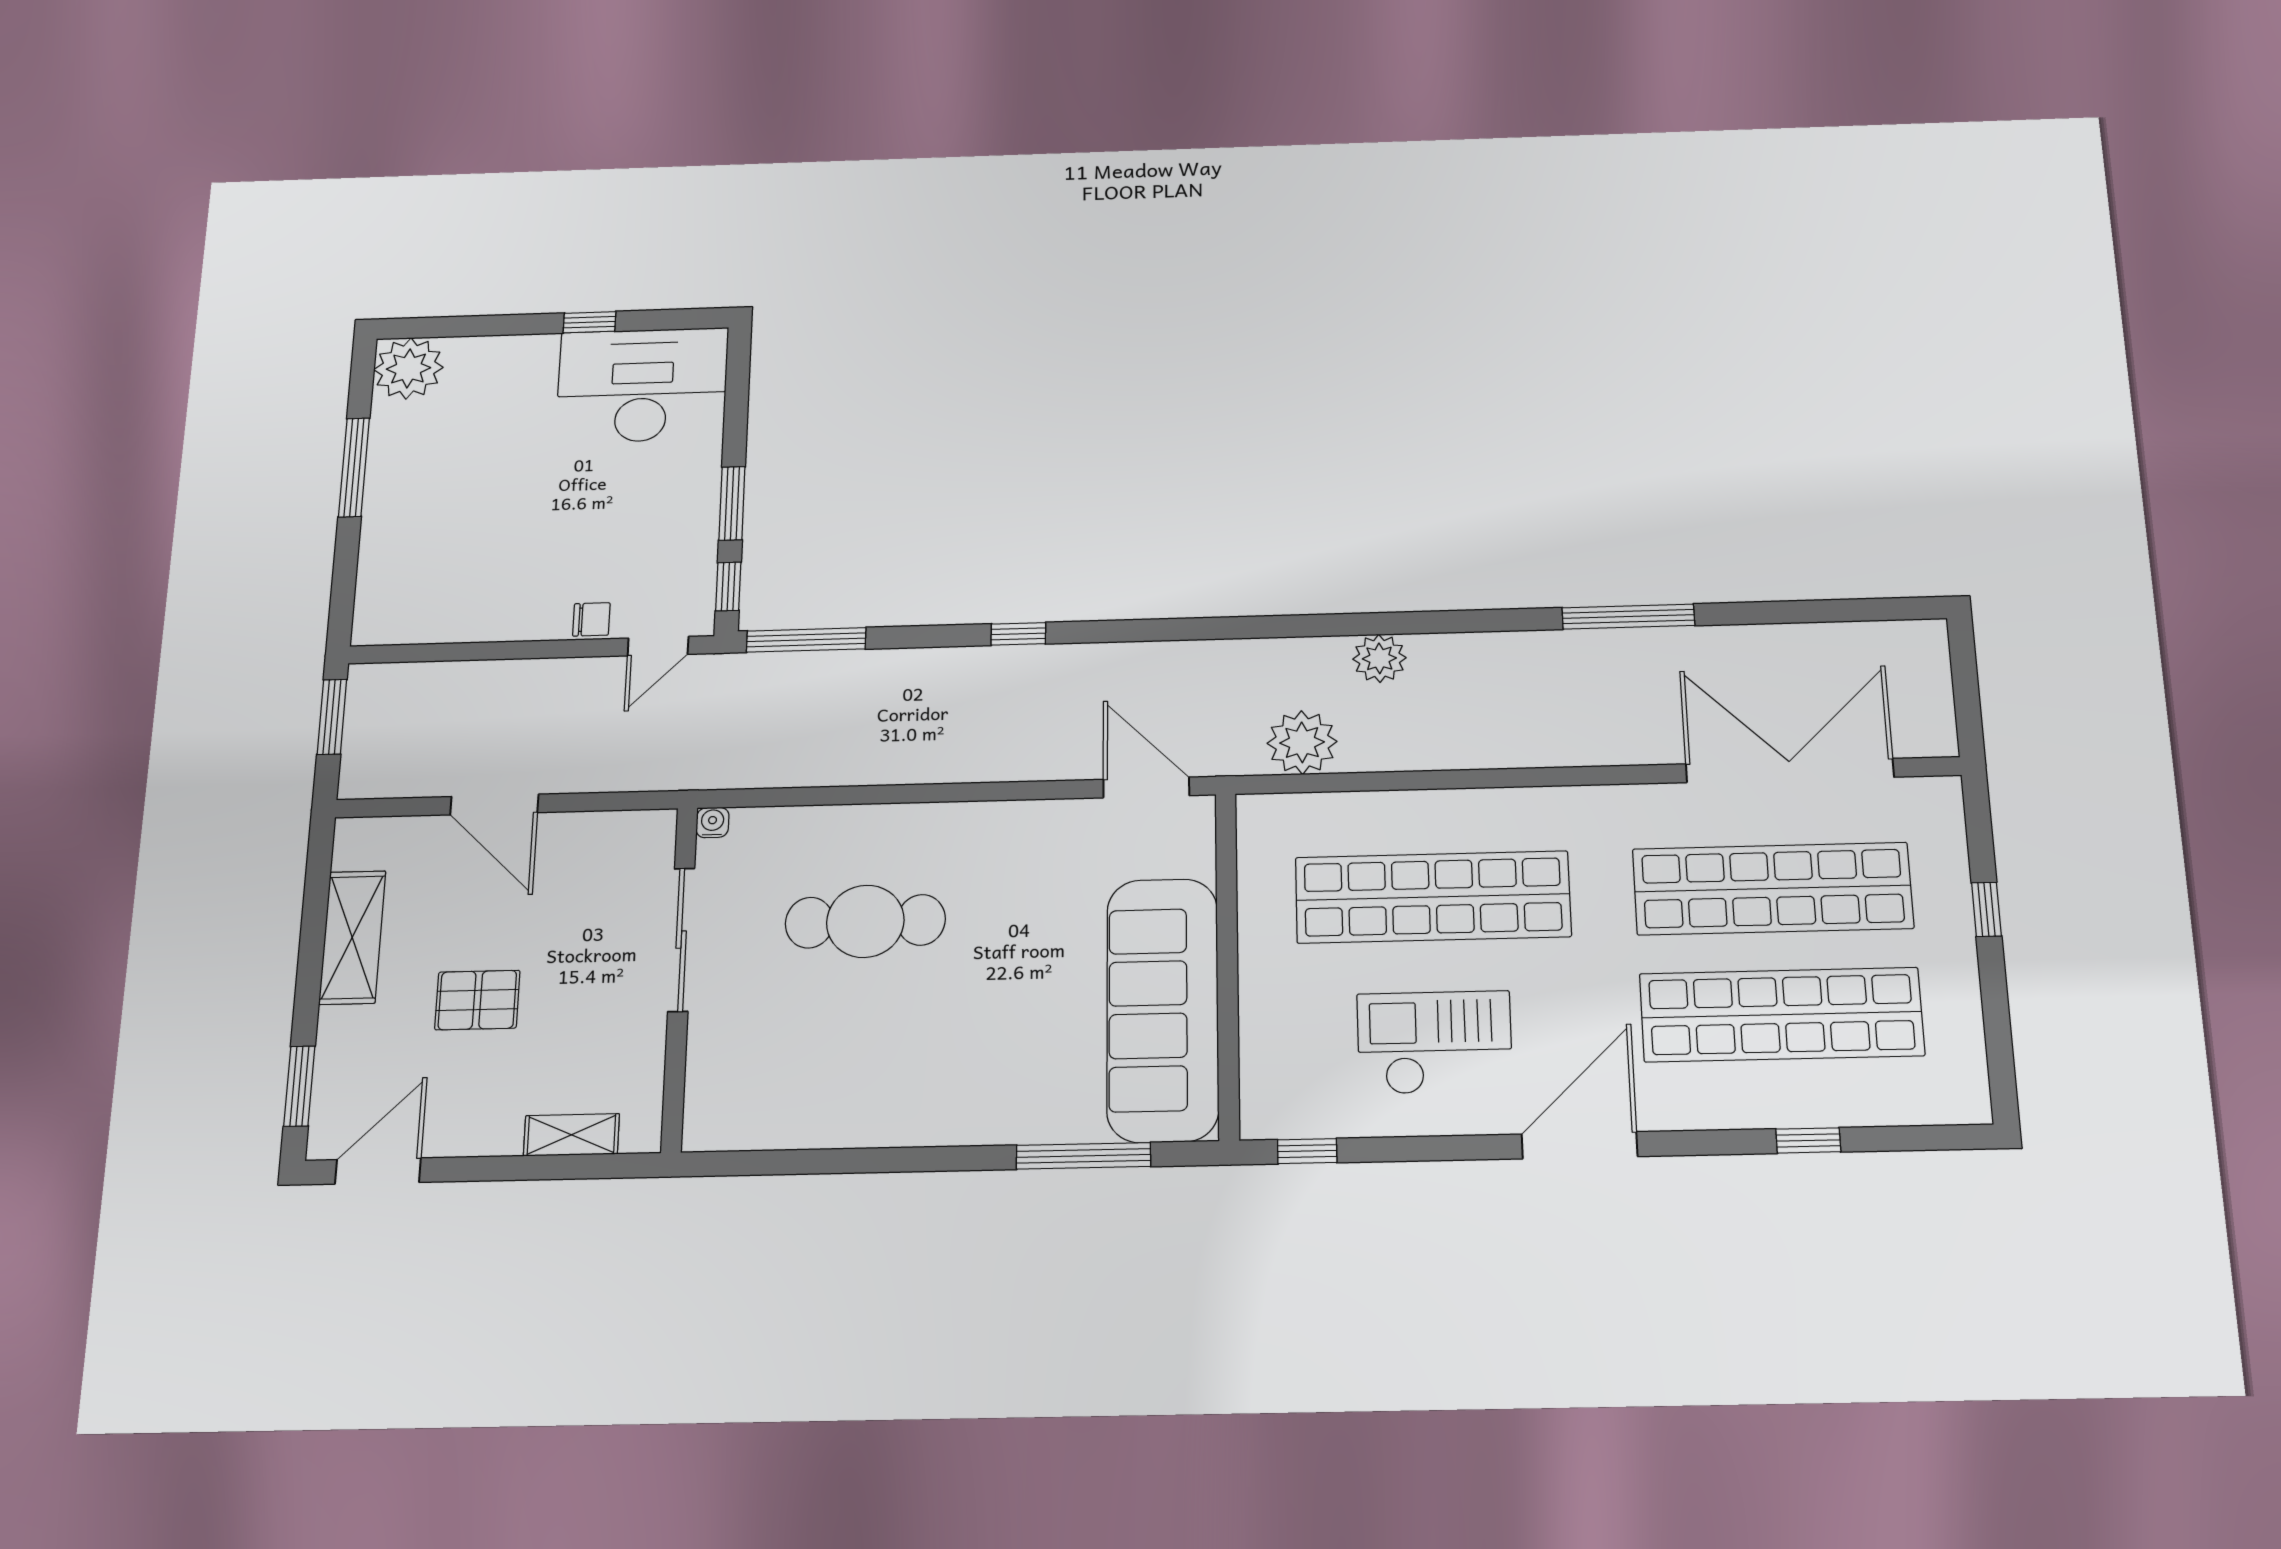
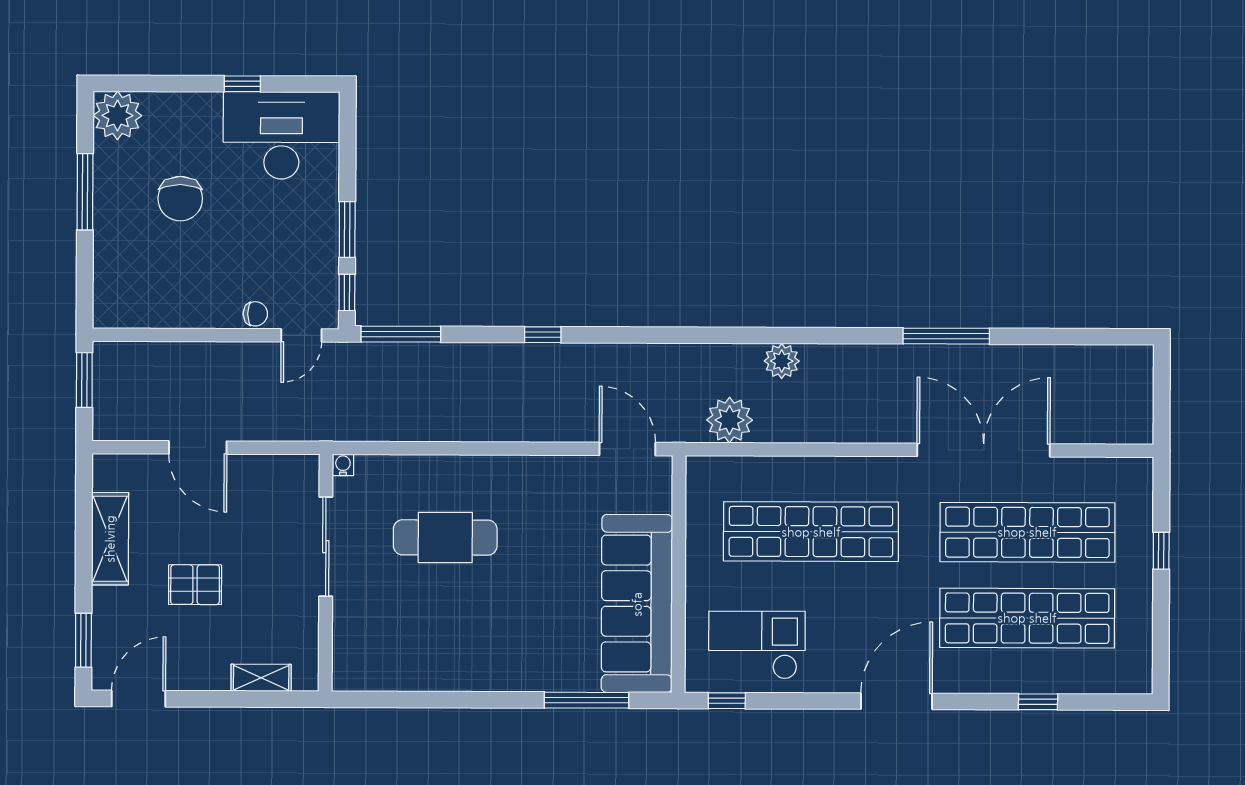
chair: (491, 471) -> (180, 199), added
double door: (1790, 771) -> (984, 450), moved
checkout: (1435, 1043) -> (757, 645), moved

